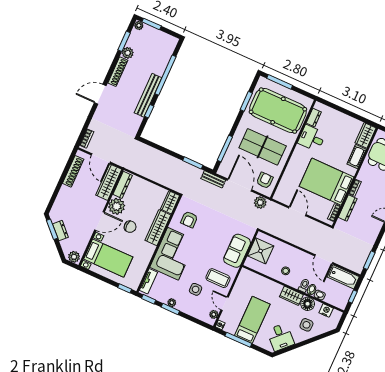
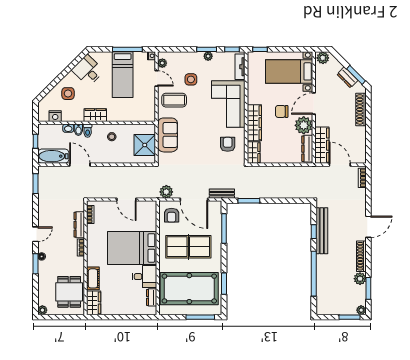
bench: (148, 95) -> (322, 231), moved
shoe rack: (73, 171) -> (361, 109), moved
bed: (327, 182) -> (132, 248), moved, turned 180
floor lamp: (308, 304) -> (76, 114), removed

